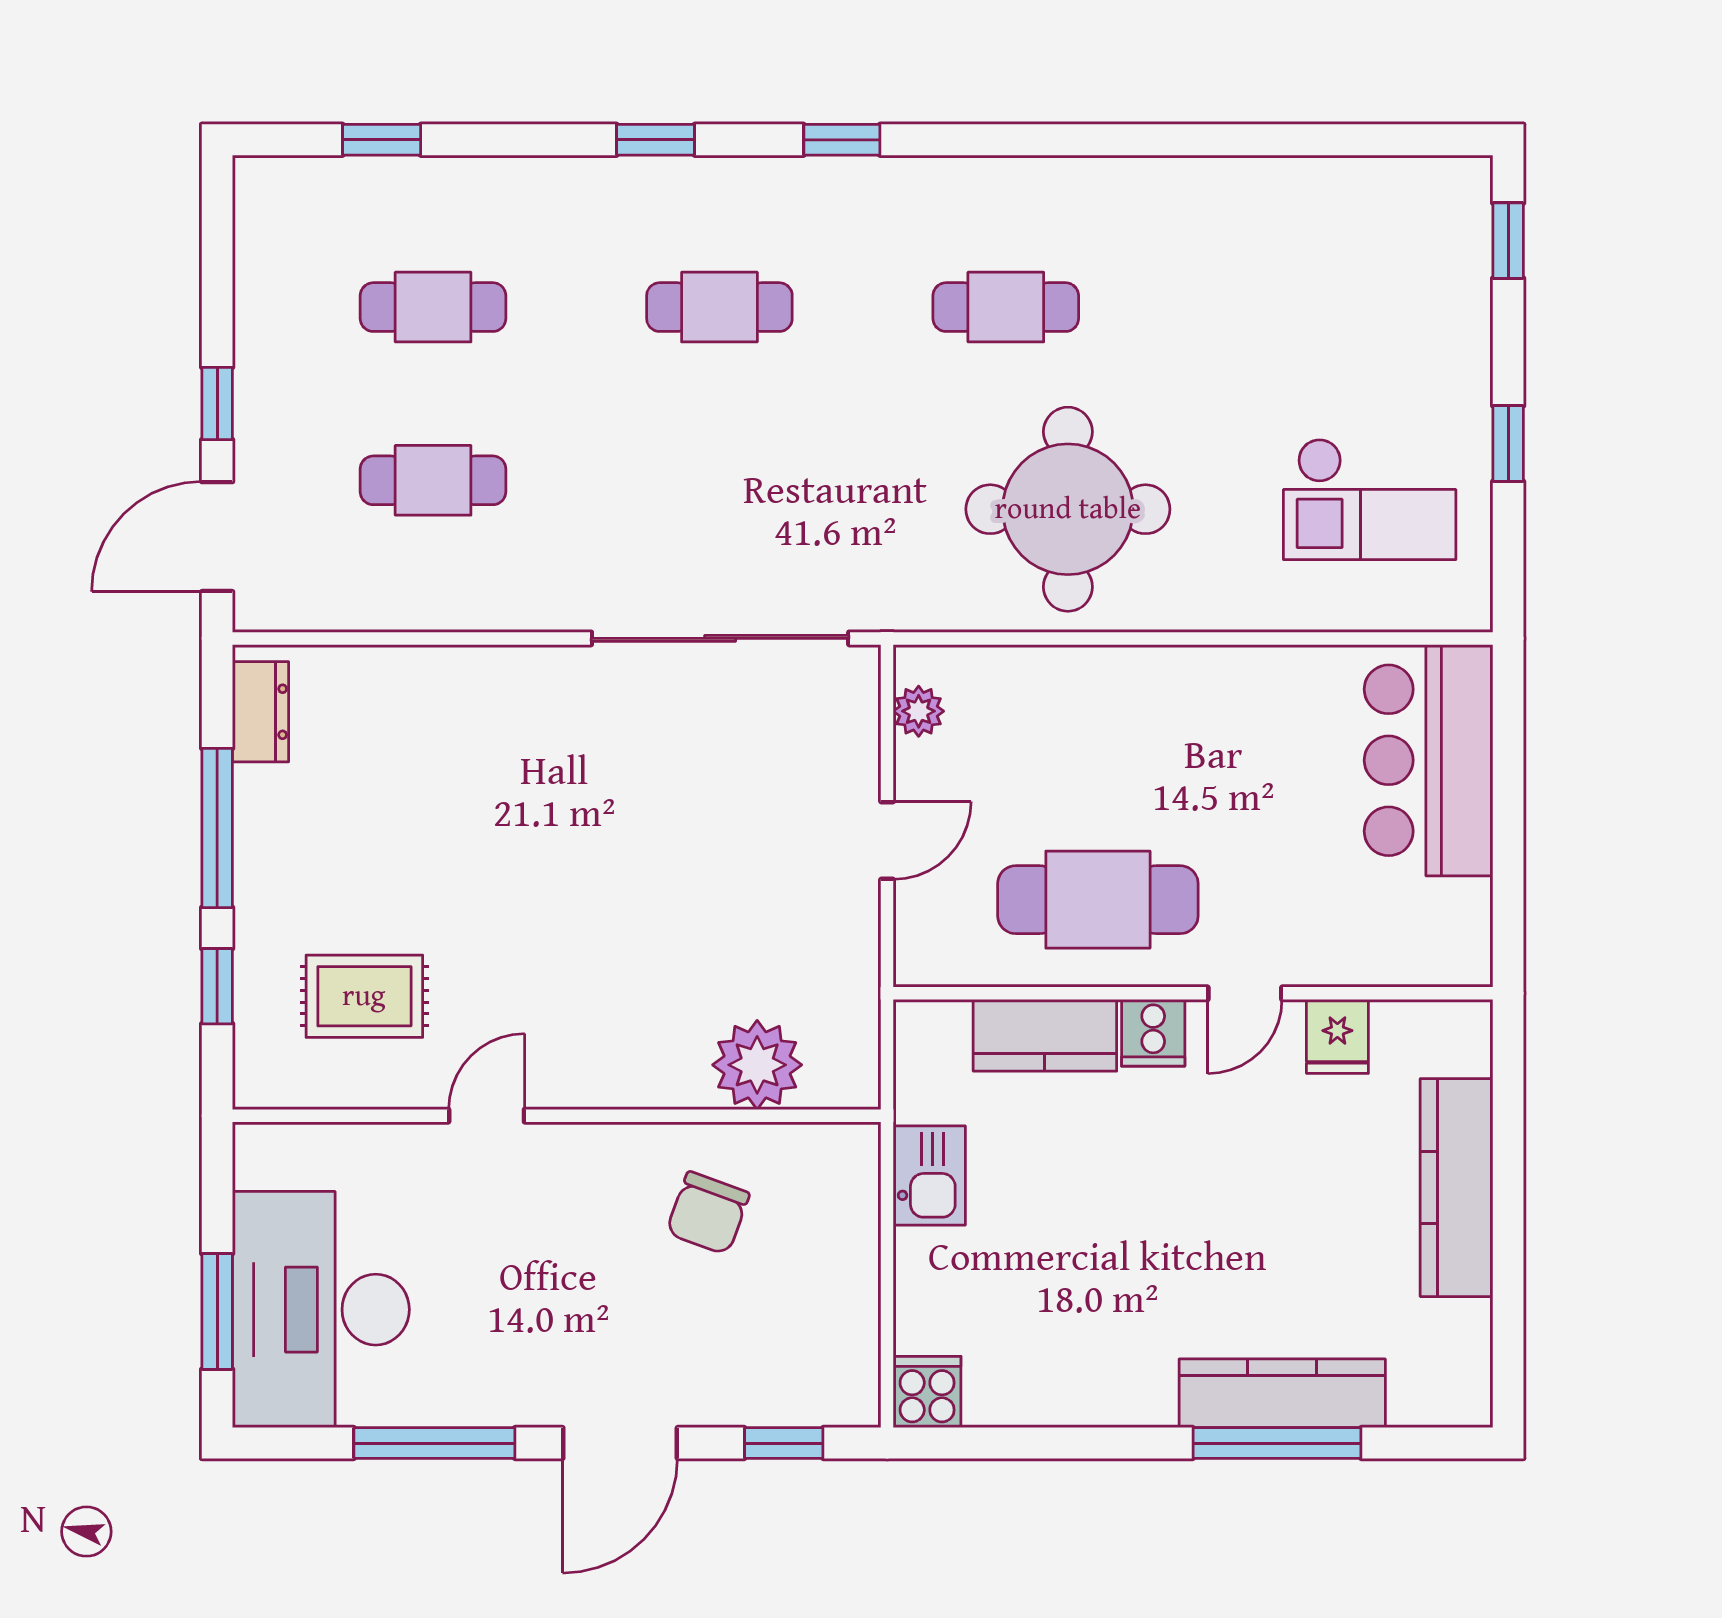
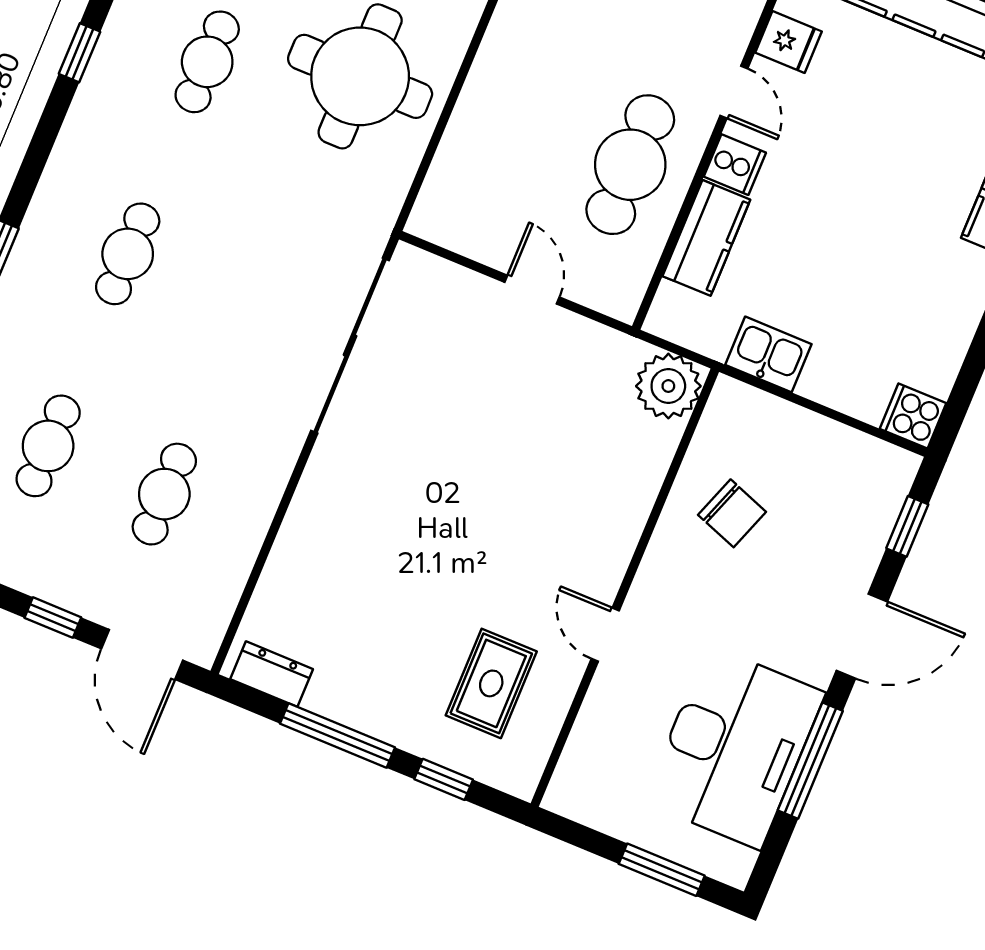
window: (842, 140) -> (80, 53), moved
plant: (919, 711) -> (454, 233), removed
plant: (757, 1065) -> (668, 386), moved
desk: (321, 1310) -> (734, 747), moved, turned -90
door: (620, 1443) -> (862, 636), hinge flipped

